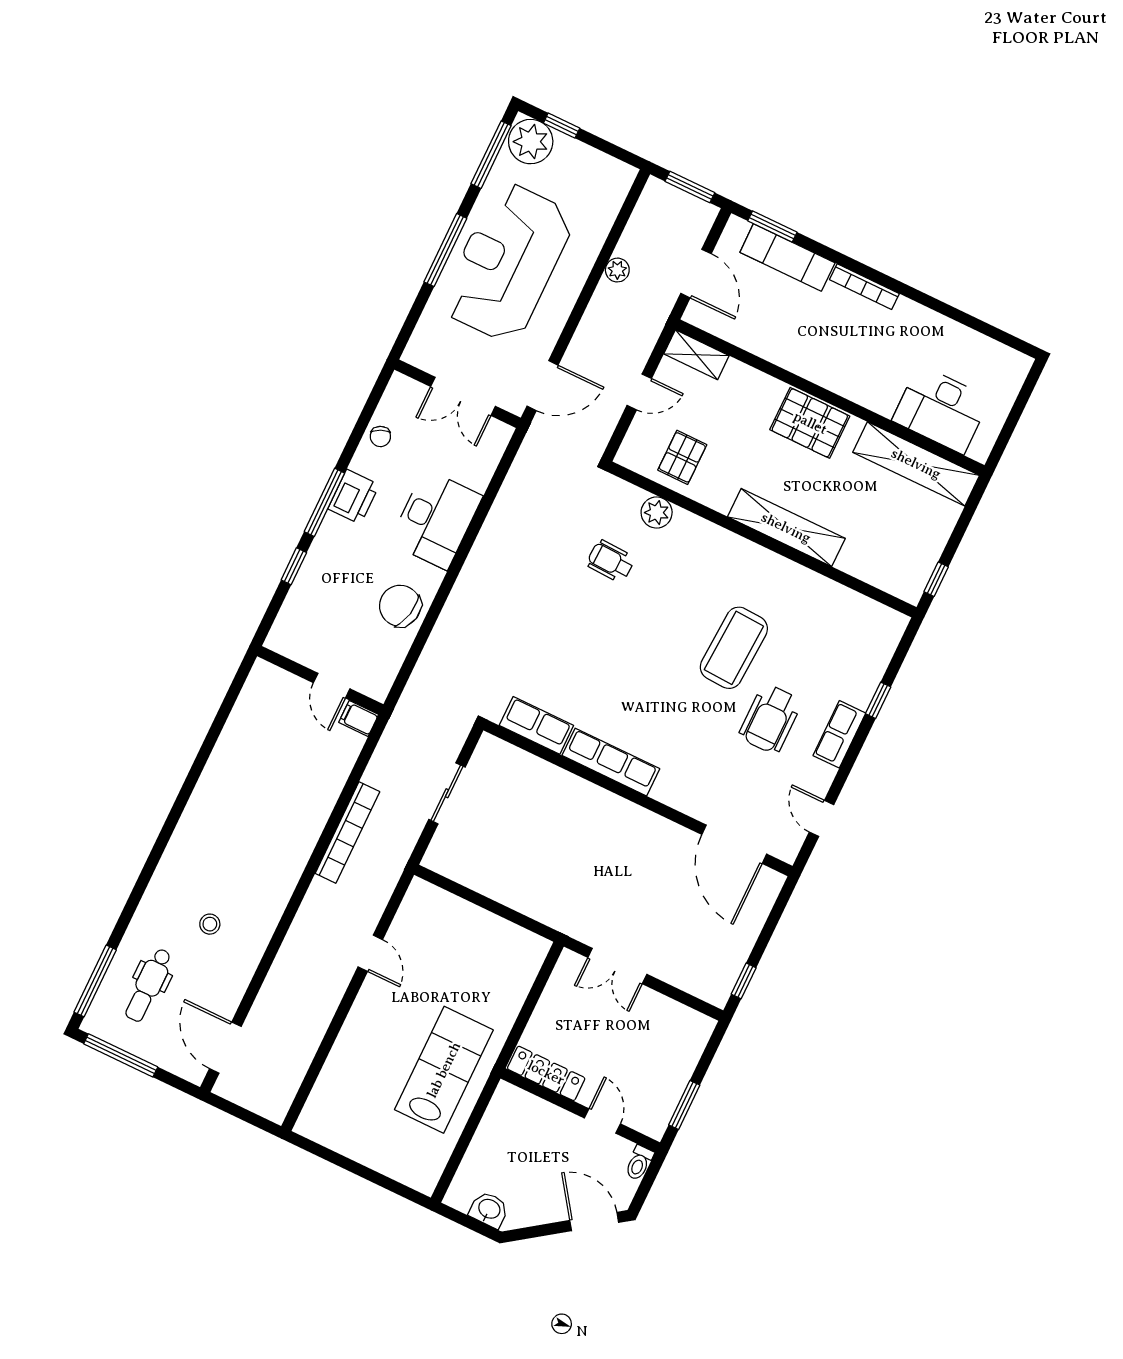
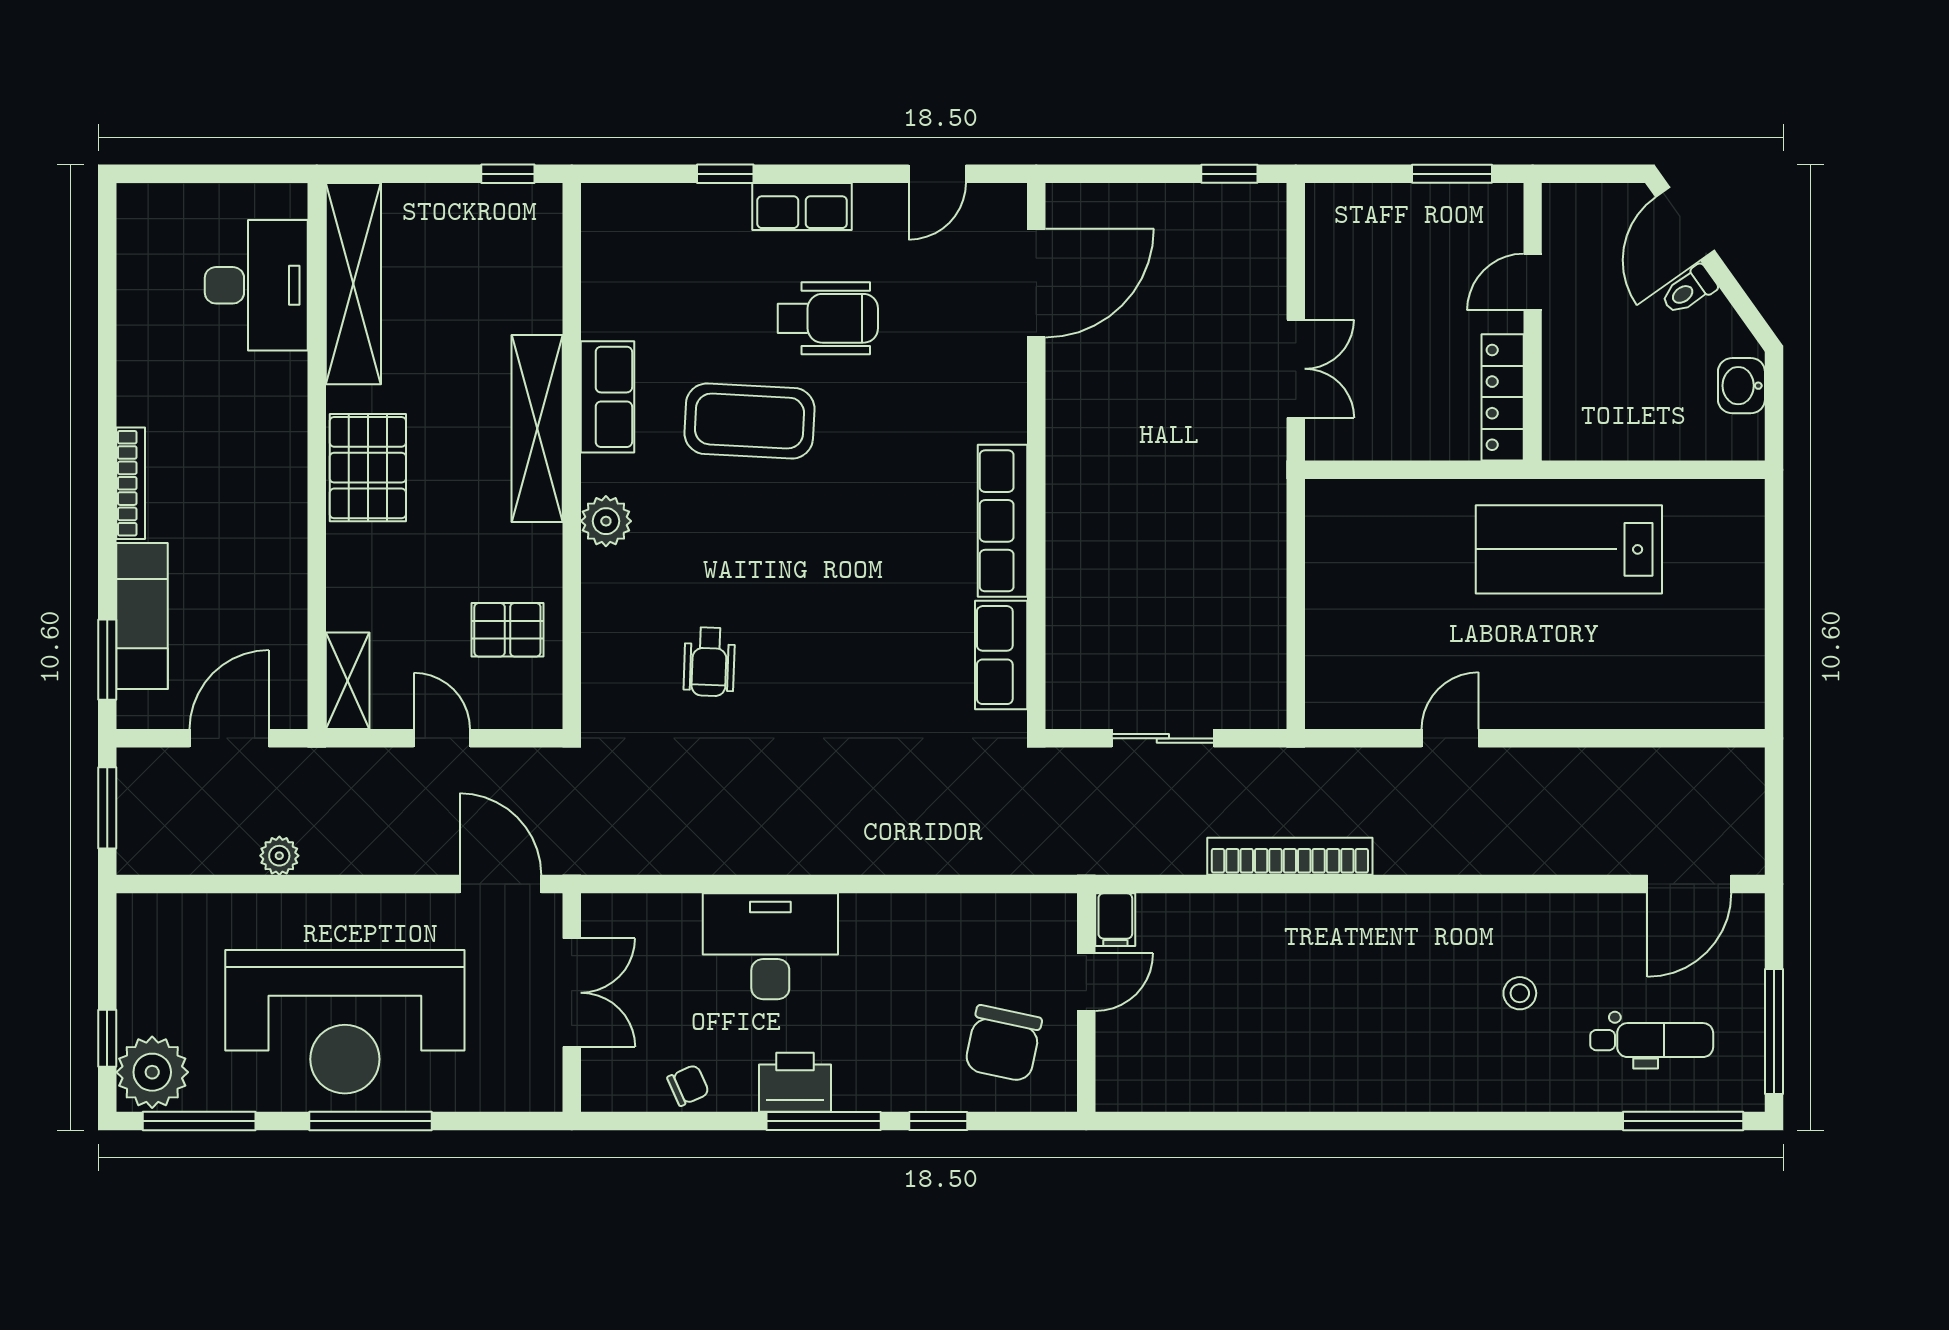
plant: (657, 513) -> (606, 521), moved
row of seats: (785, 575) -> (607, 397), added
chair: (400, 606) -> (1003, 1044), moved
toilet: (639, 1163) -> (1689, 290), moved, turned 145

